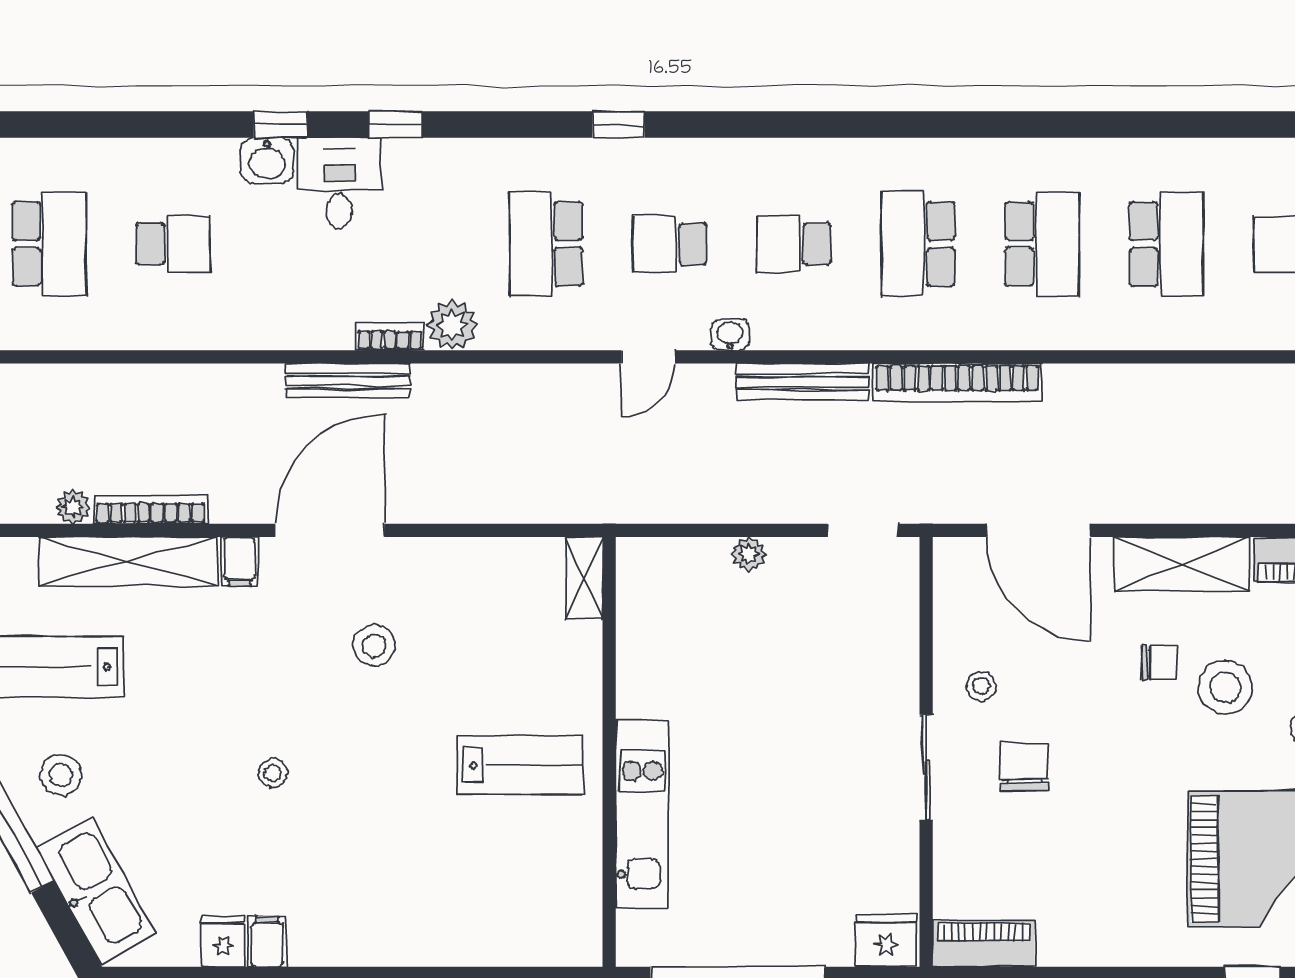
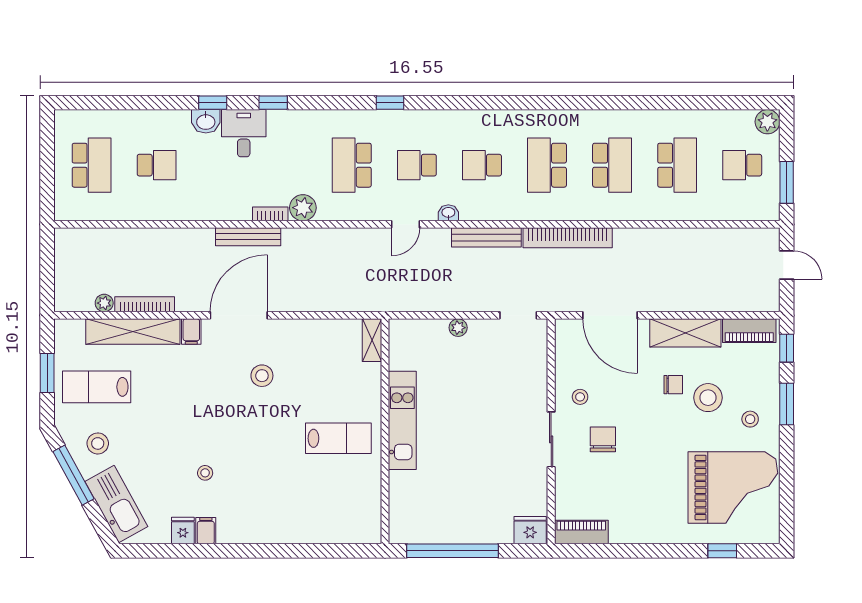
stool: (273, 773) -> (205, 473), moved
kitchen unit: (642, 814) -> (402, 420), moved

